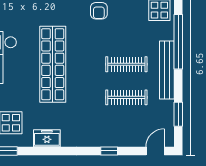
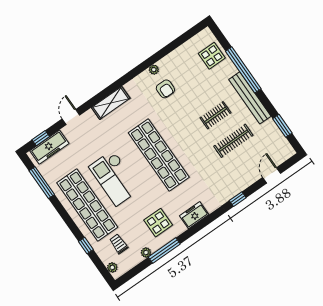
clothes rail: (126, 64) -> (215, 115), width x0.73
window: (109, 151) -> (238, 199), moved
door: (155, 151) -> (272, 175), moved

